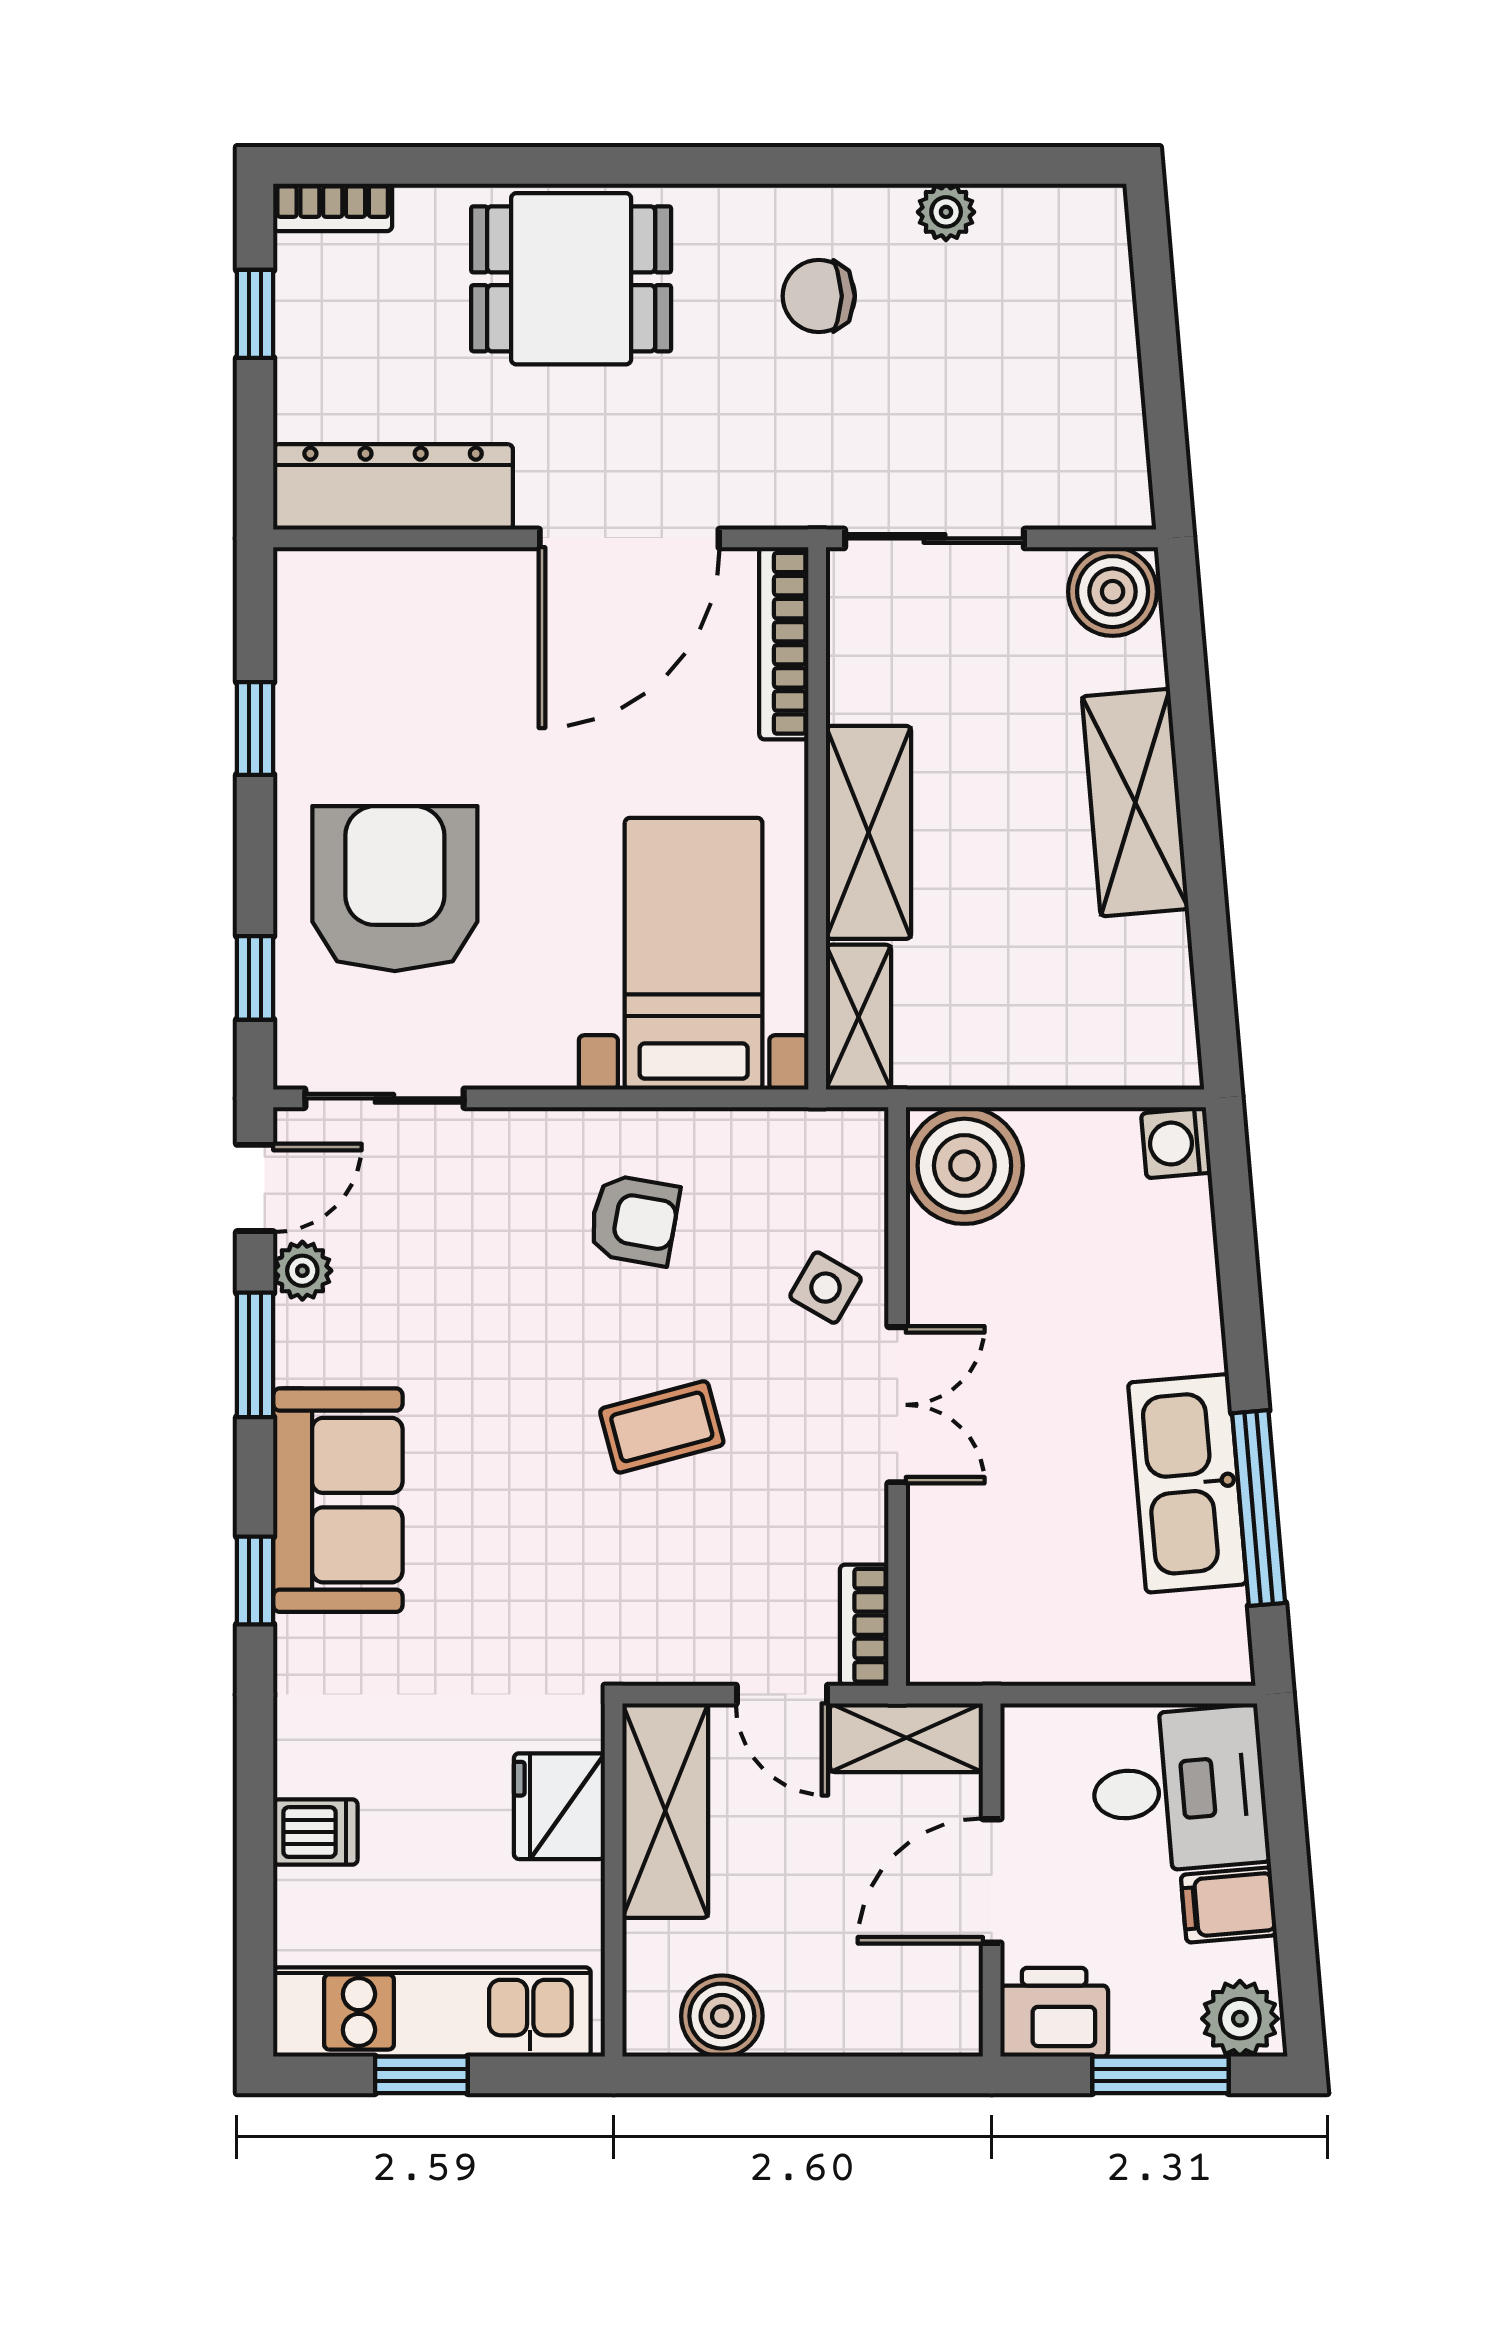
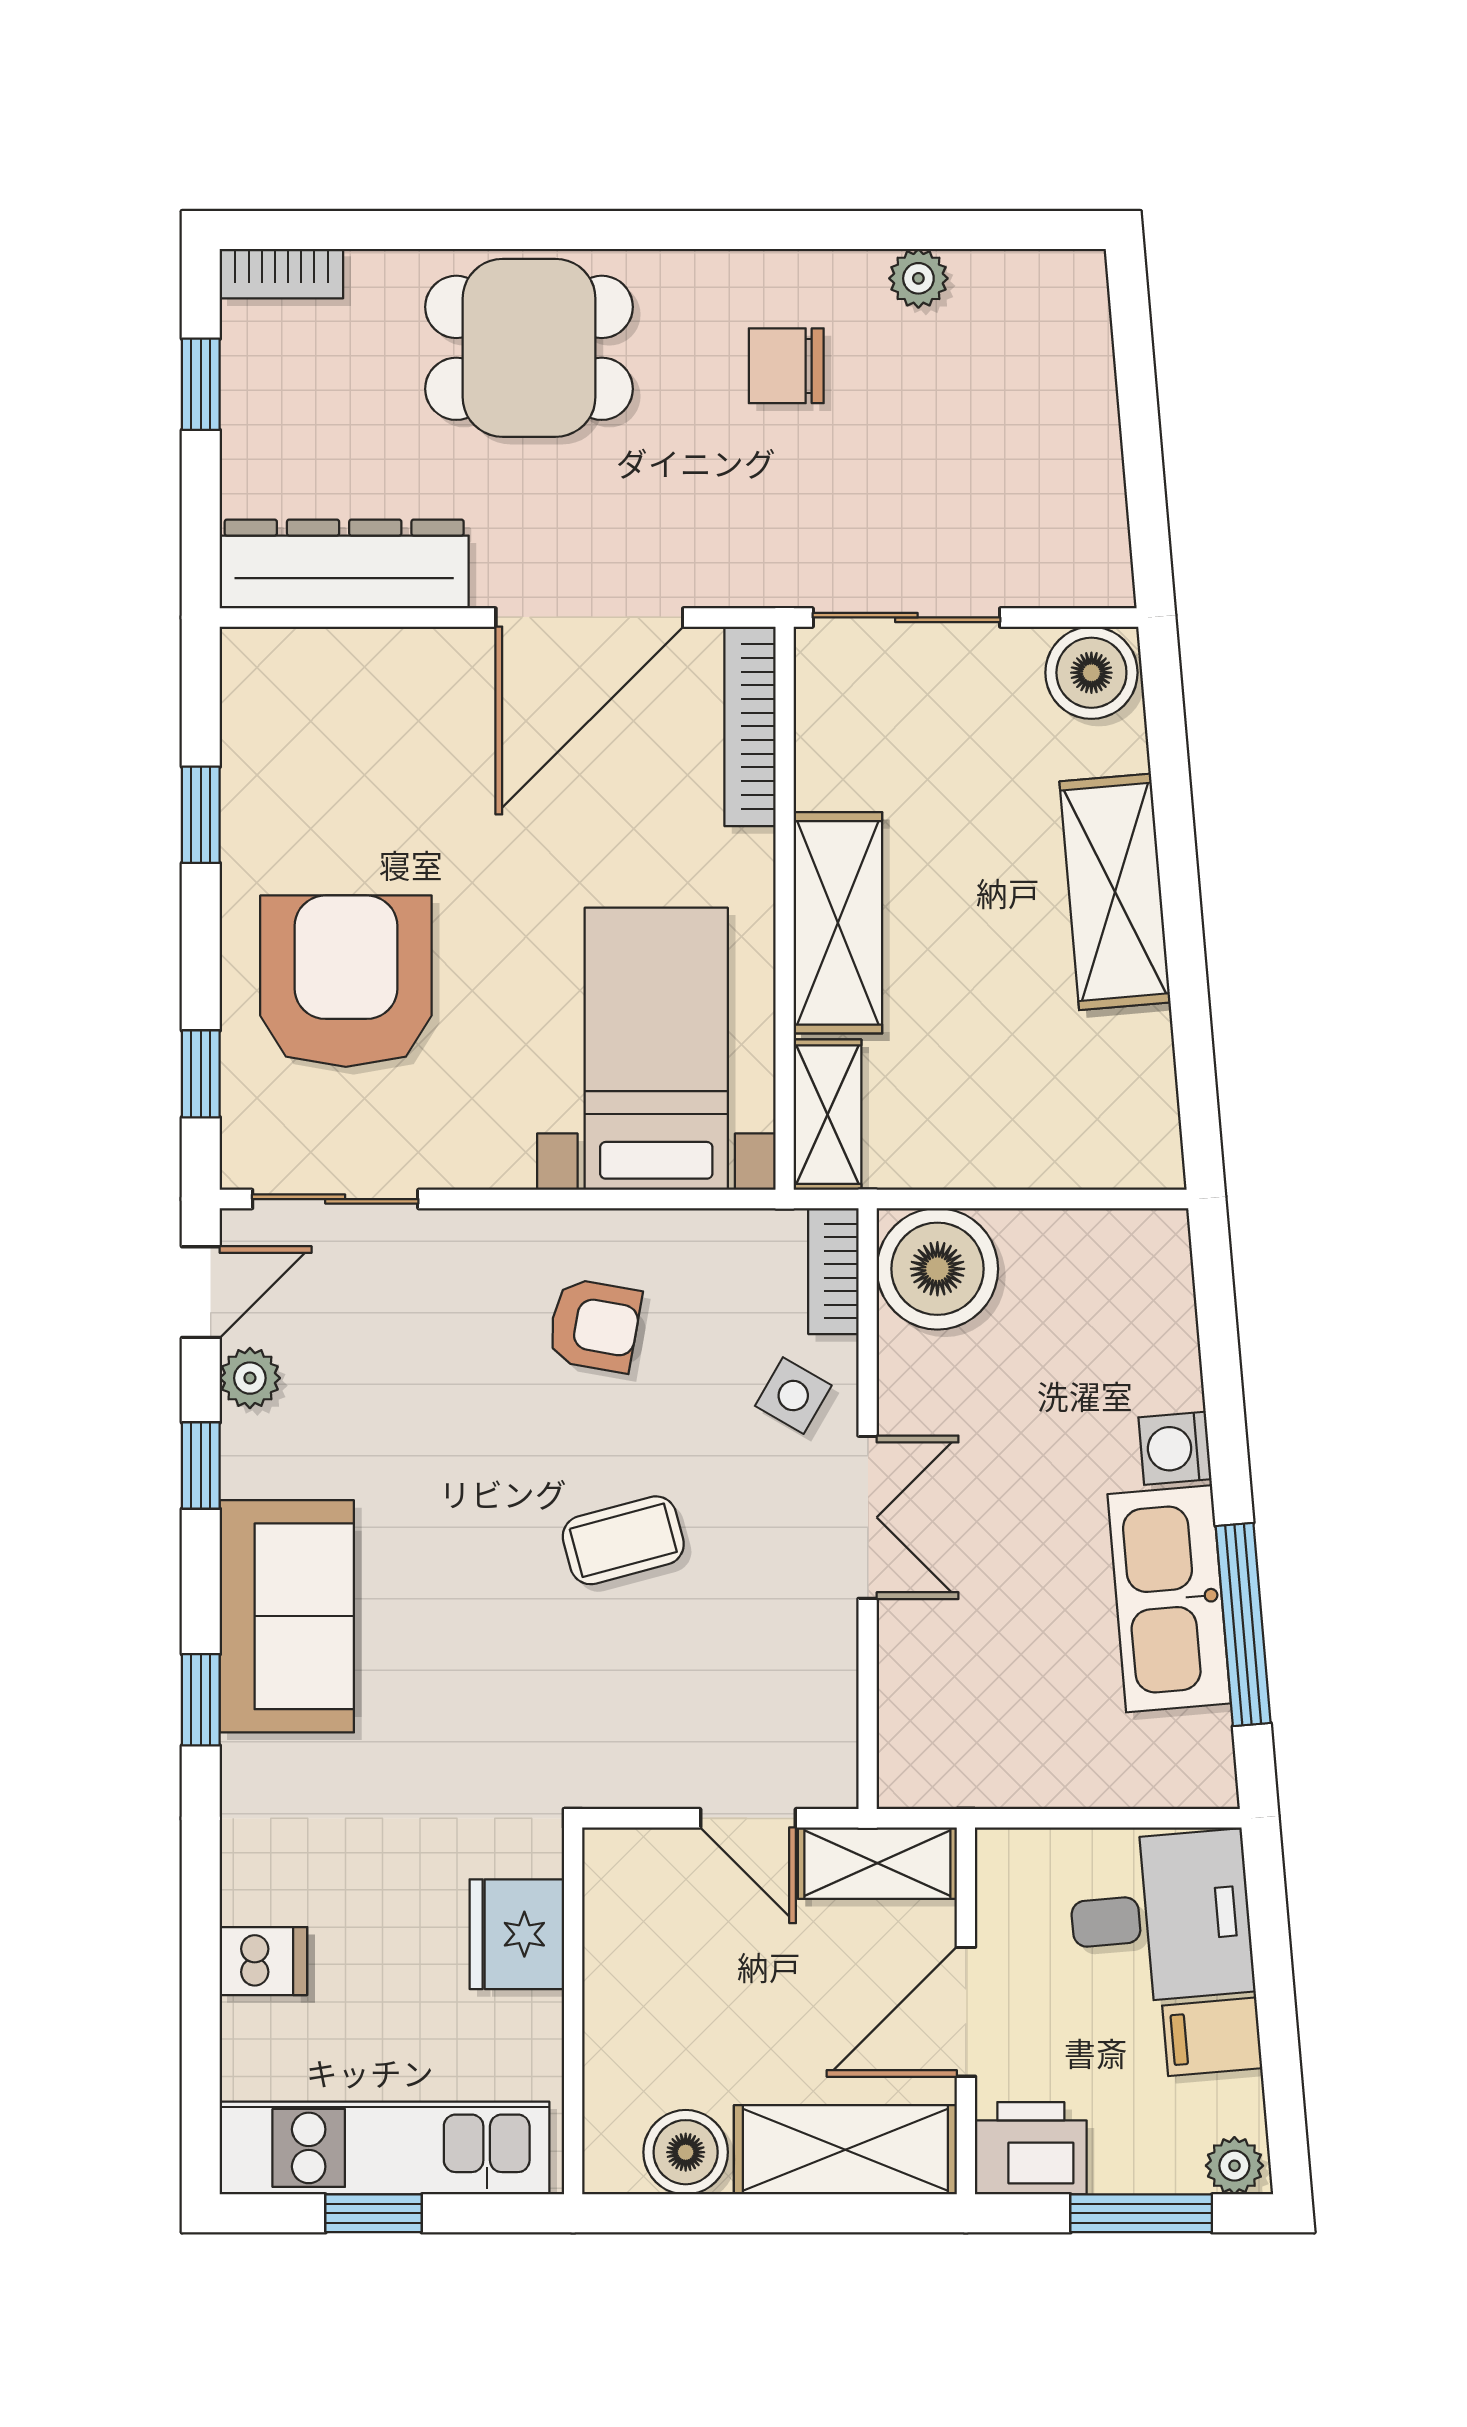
washing machine: (1176, 1143) -> (1175, 1448), moved
window: (255, 1355) -> (201, 1466), width x0.67
bookcase: (864, 1625) -> (833, 1271), moved
shelving: (665, 1811) -> (845, 2150), moved, turned 90
plant: (1240, 2019) -> (1234, 2166), width x0.73, depth x0.73

